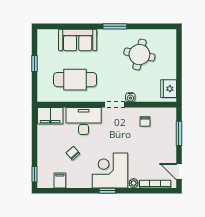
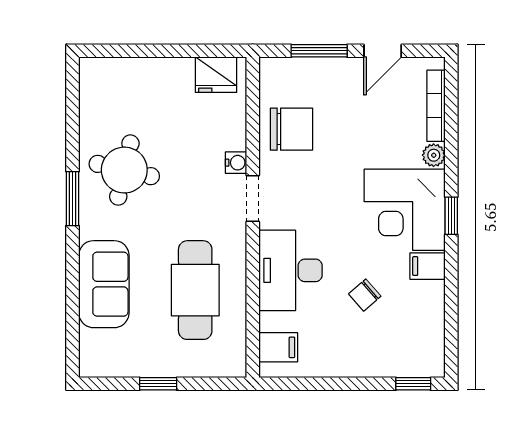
round table: (139, 55) -> (124, 170), moved
filing cabinet: (50, 116) -> (278, 347), width x0.50
chair: (145, 121) -> (291, 129), width x1.87, depth x1.87
door: (179, 172) -> (383, 51), moved
filing cabinet: (60, 180) -> (428, 266), moved

